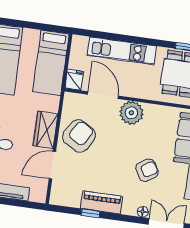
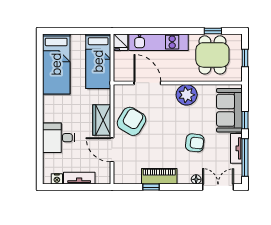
fridge: (74, 80) -> (121, 42), moved, turned 180
plant: (131, 113) -> (187, 95), moved
door: (52, 165) -> (112, 150), hinge flipped
armchair: (147, 170) -> (195, 143), turned 38

